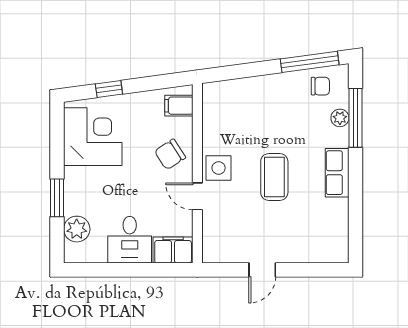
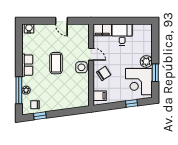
window: (310, 62) -> (40, 116), width x0.46
window: (57, 198) -> (155, 73), moved
plant: (77, 229) -> (146, 62), moved
water cooler: (333, 253) -> (29, 28), added
door: (262, 270) -> (61, 21), swing flipped

